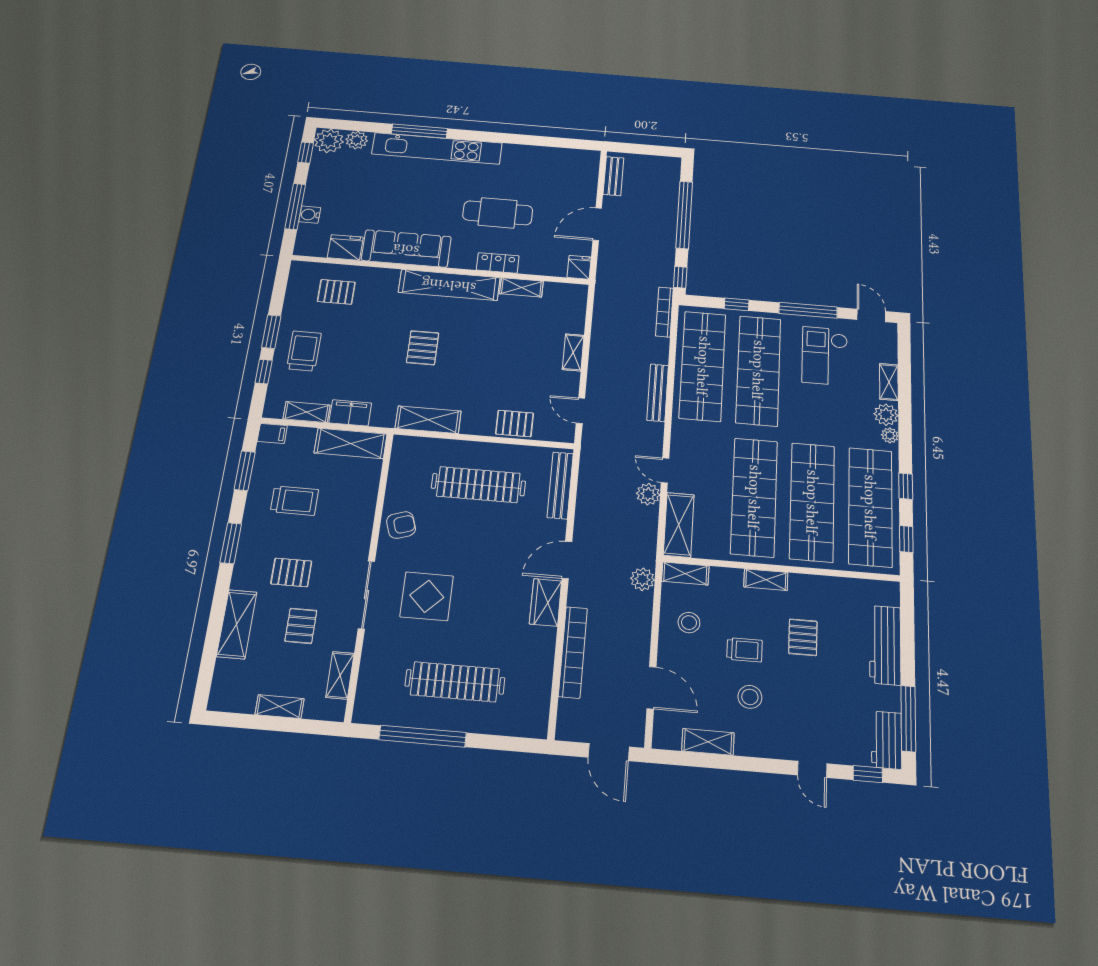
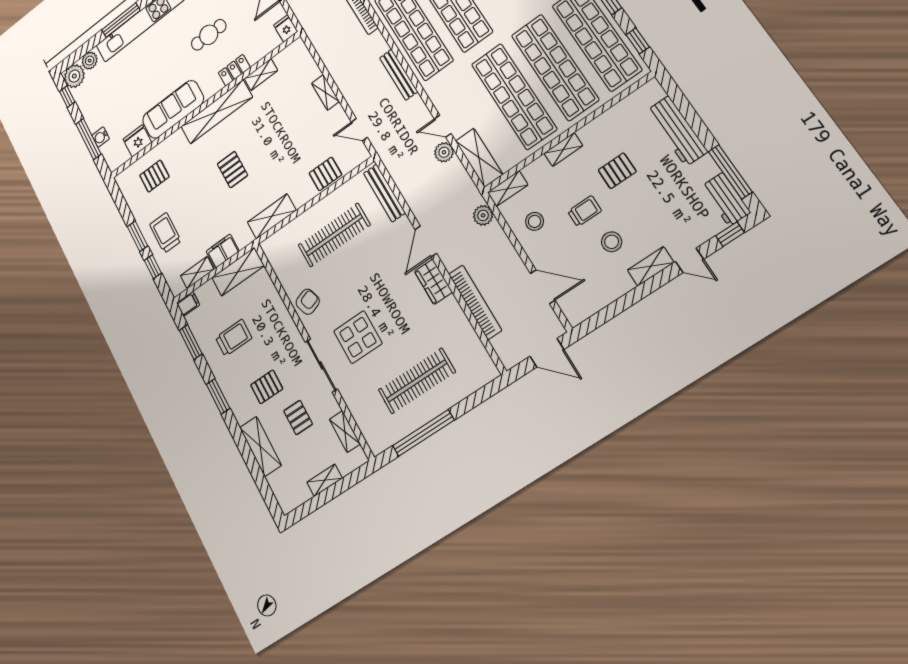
cafe table: (498, 213) -> (209, 35), width x0.73, depth x0.74
pallet: (803, 637) -> (617, 171), turned 90
shelving: (708, 742) -> (651, 266), moved

